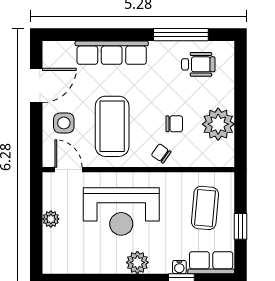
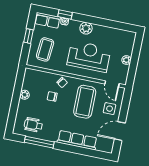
plant: (218, 124) -> (25, 95), width x0.53, depth x0.53

